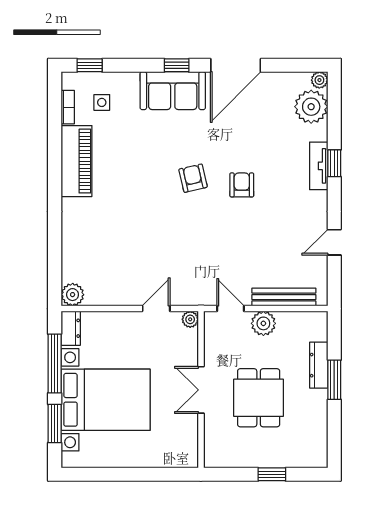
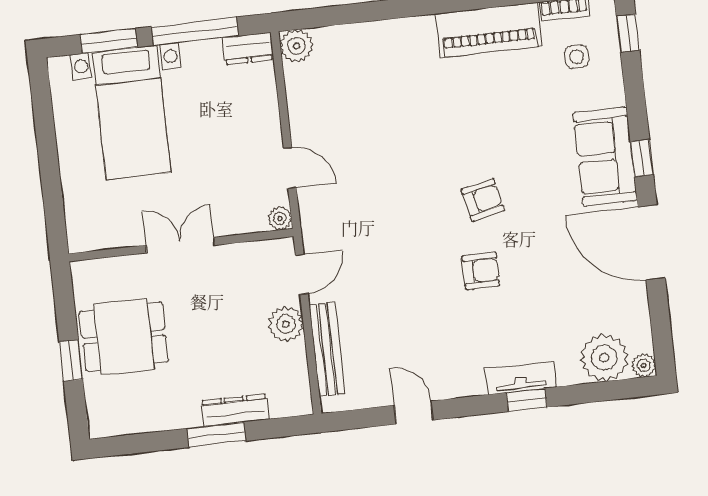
dining table: (259, 398) -> (124, 337), moved
bed with nightstands: (106, 400) -> (131, 112), width x0.73

